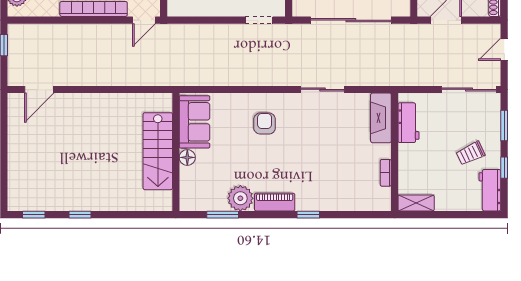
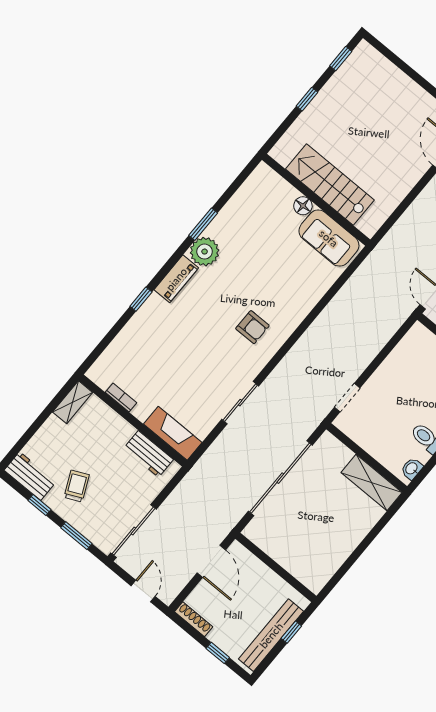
sofa: (194, 122) -> (329, 238), moved
stairs: (158, 151) -> (330, 184), moved
wall: (176, 152) -> (316, 200), moved
floor lamp: (187, 157) -> (303, 206), moved

